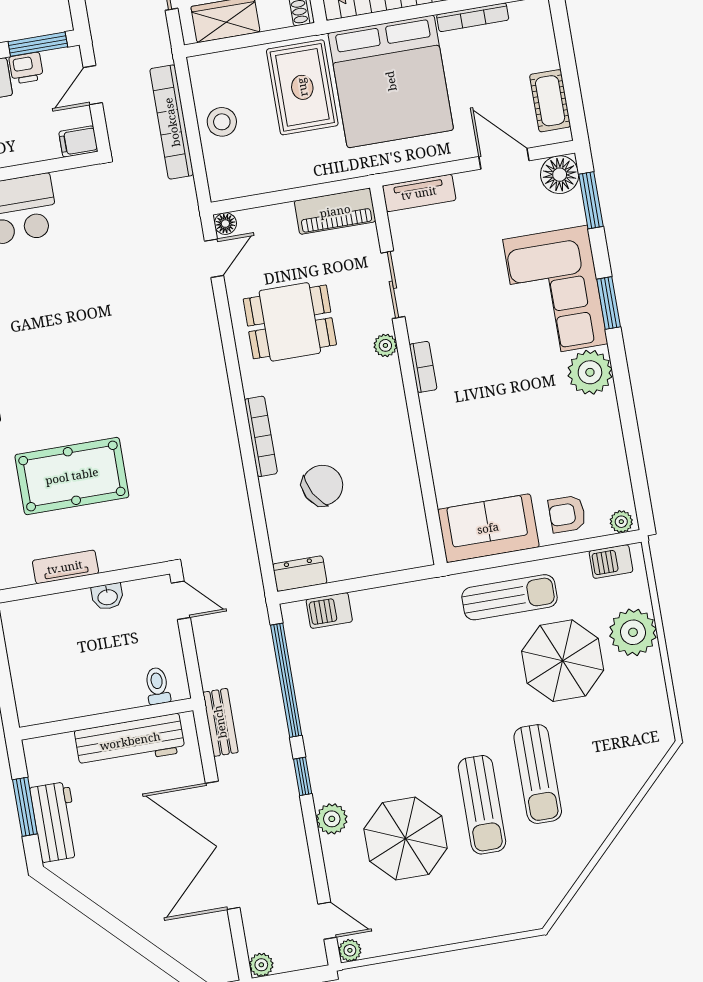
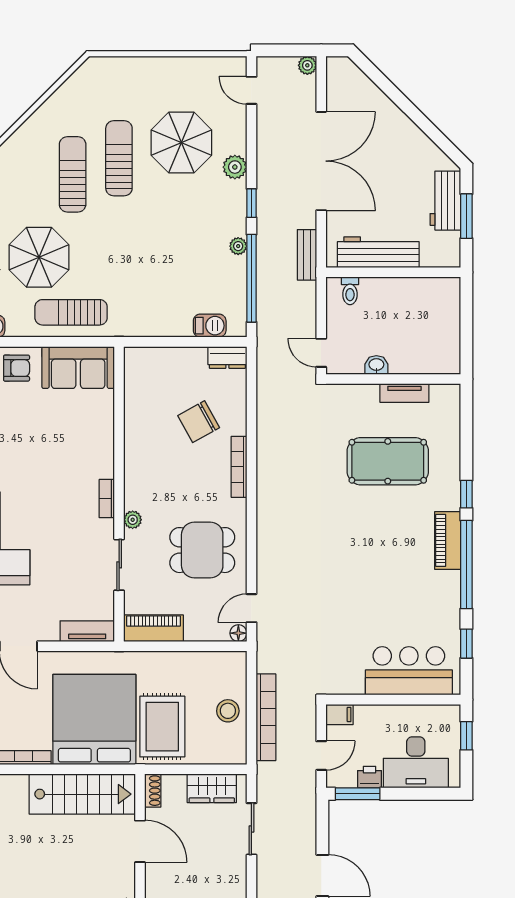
plant: (350, 950) -> (238, 246), moved

